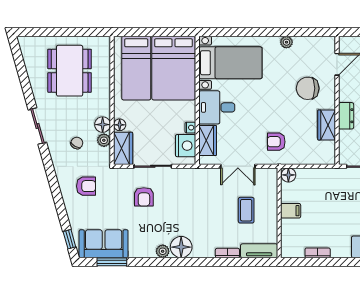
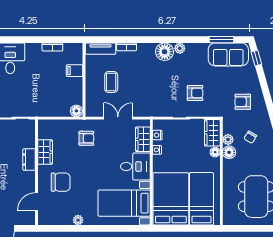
nightstand: (186, 146) -> (157, 135), width x0.53, depth x0.56
armchair: (144, 197) -> (195, 93), turned 90
filing cabinet: (291, 211) -> (75, 71), moved

